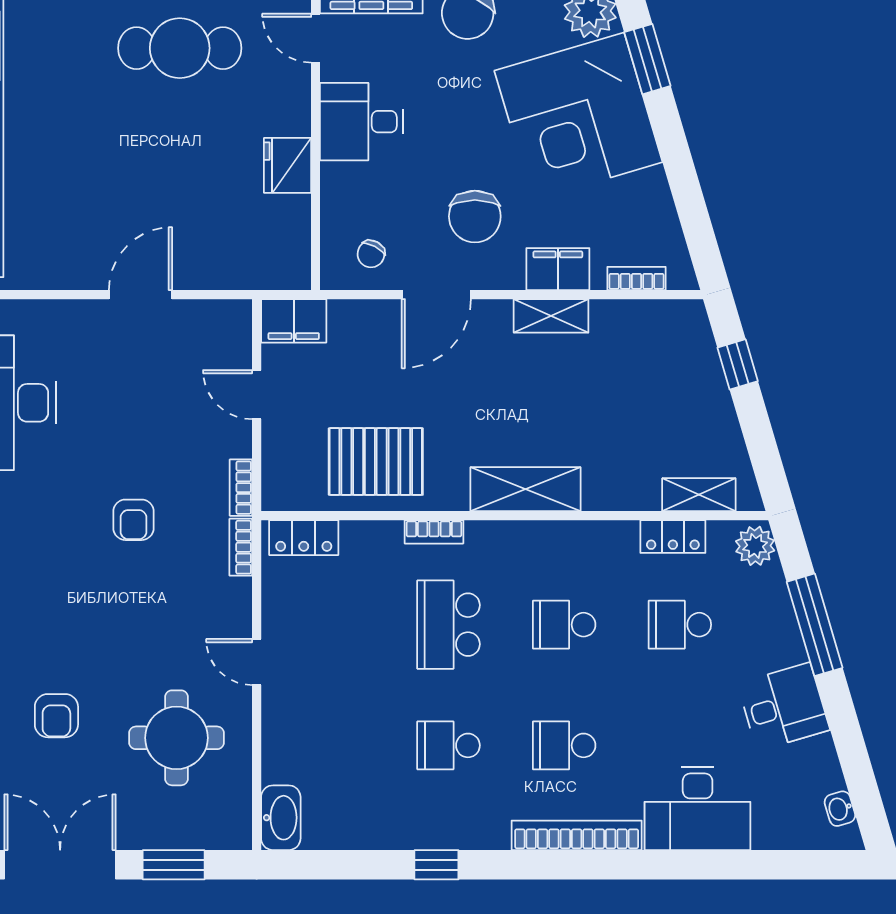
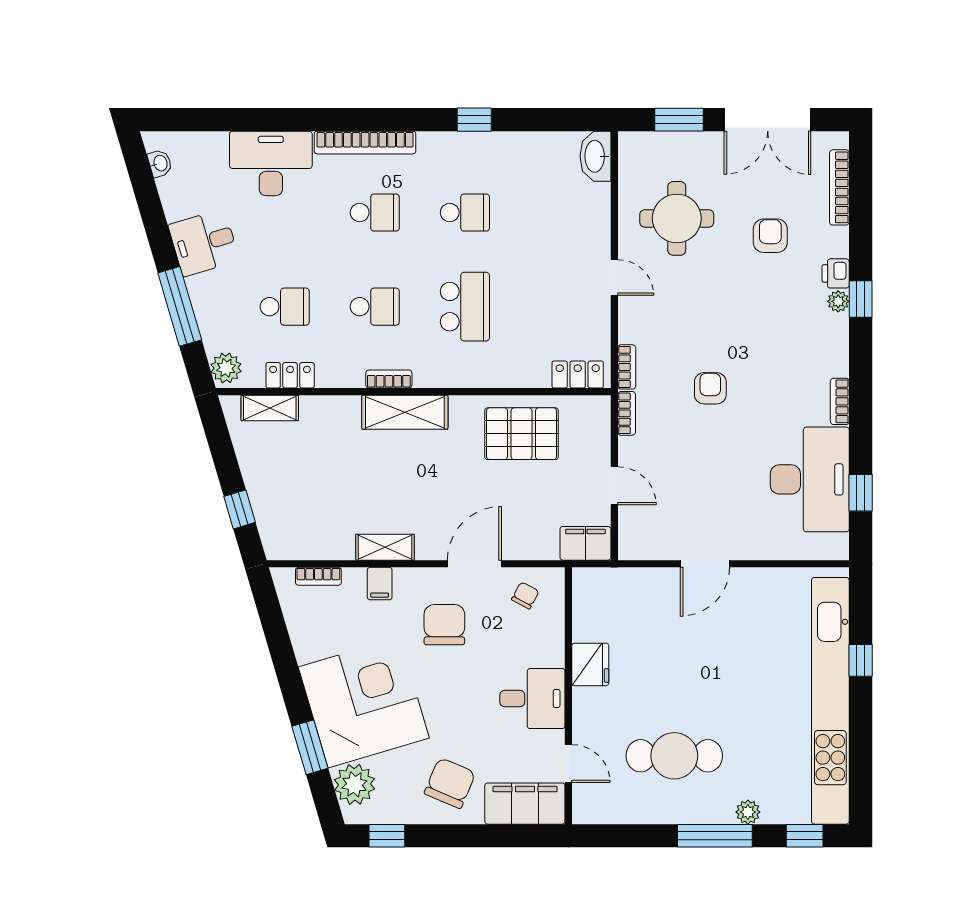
filing cabinet: (558, 269) -> (380, 584), width x0.50
bookcase: (434, 532) -> (389, 379), moved

